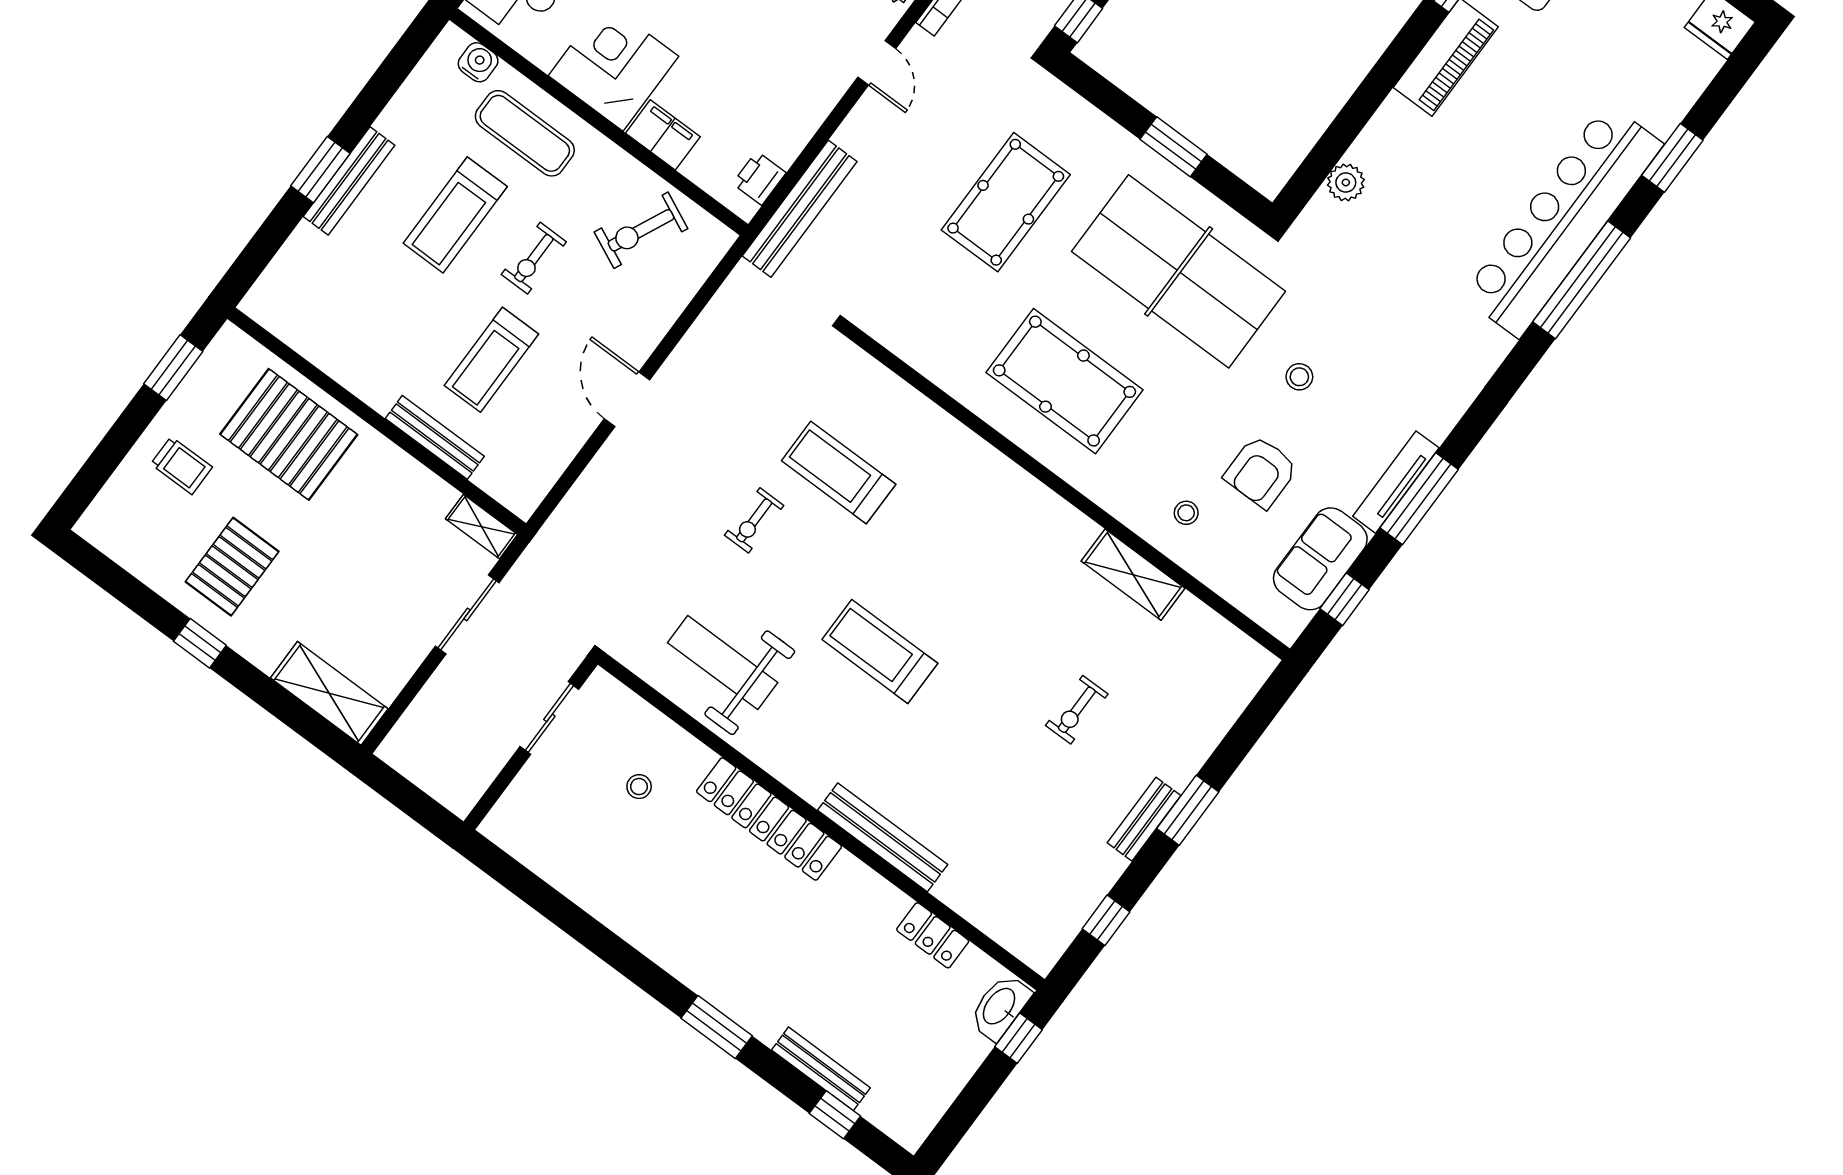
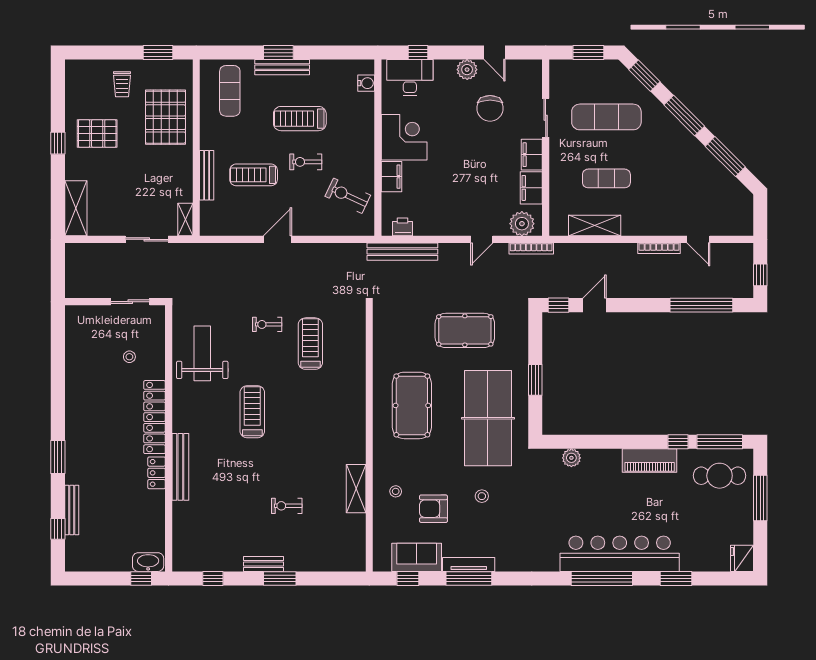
exercise mat: (525, 133) -> (230, 91), moved
locker: (933, 935) -> (157, 473), moved

